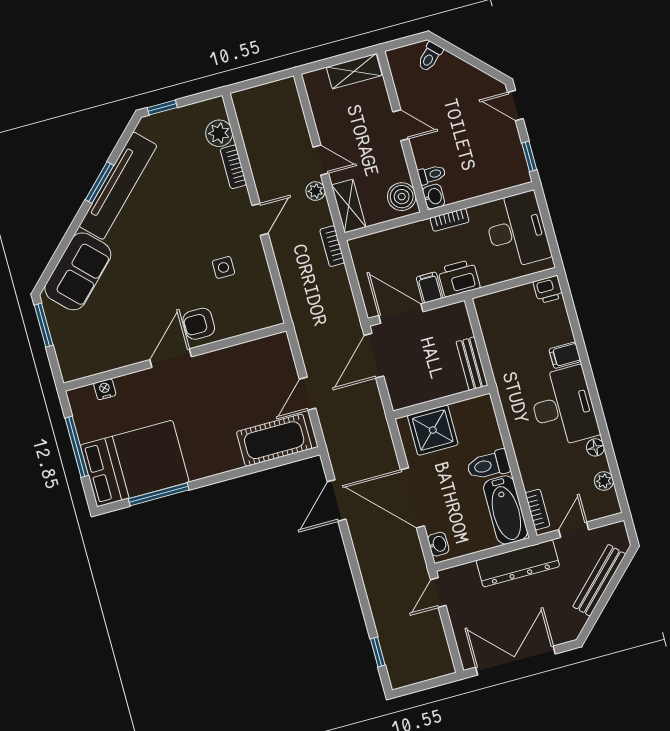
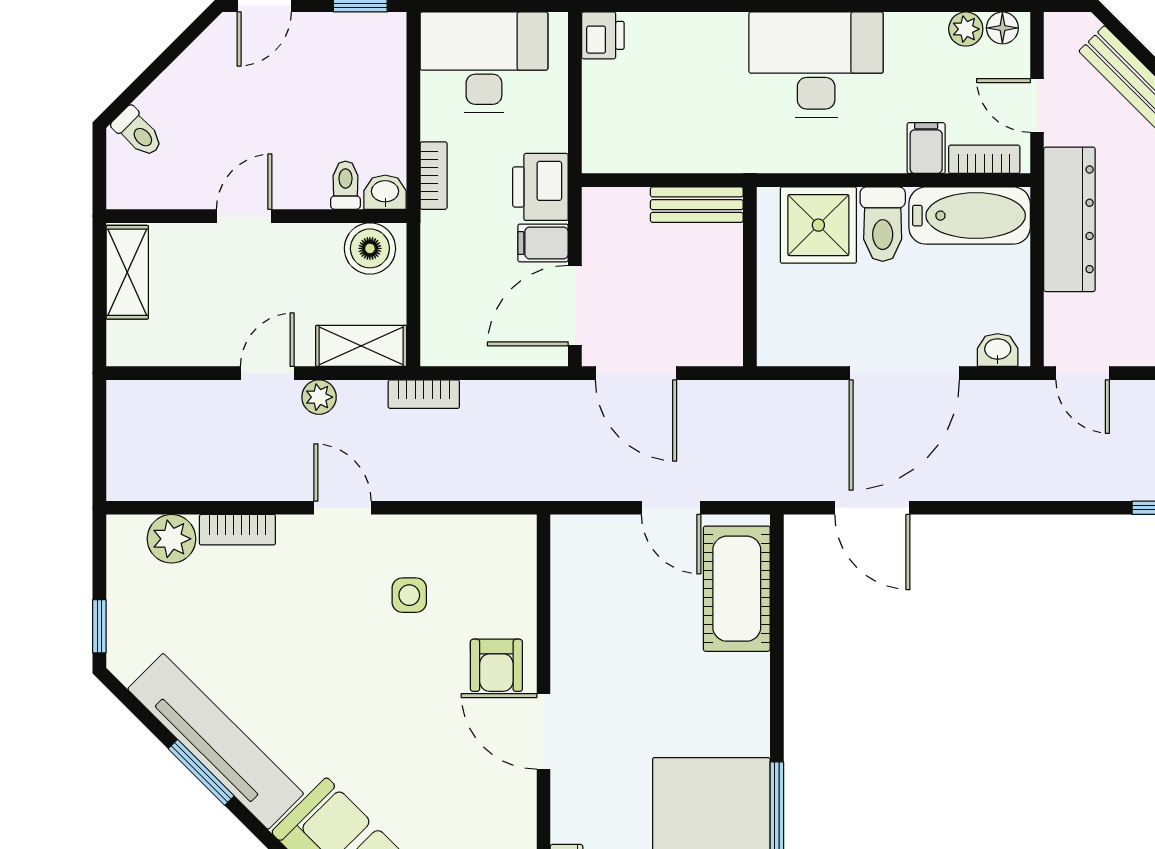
filing cabinet: (565, 355) -> (926, 148), moved, turned 180
shower: (433, 430) -> (818, 225), moved
floor lamp: (595, 447) -> (1002, 28), moved

